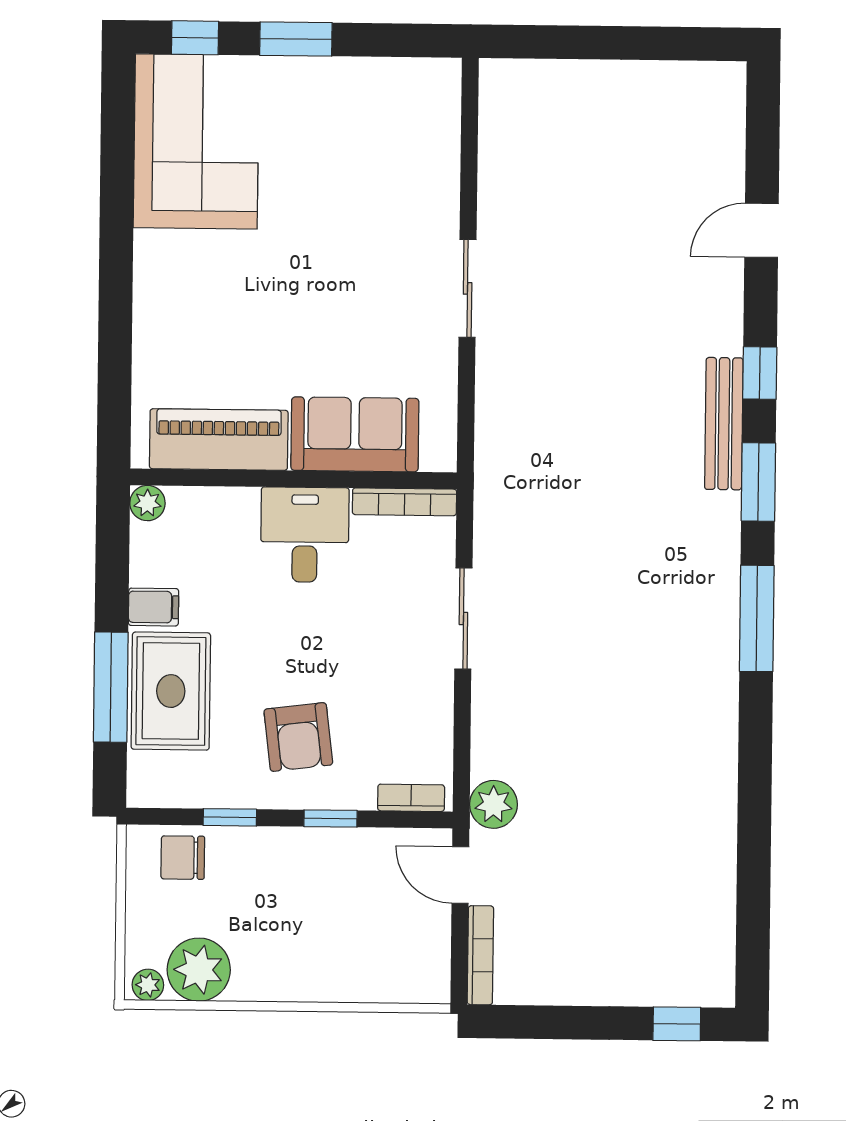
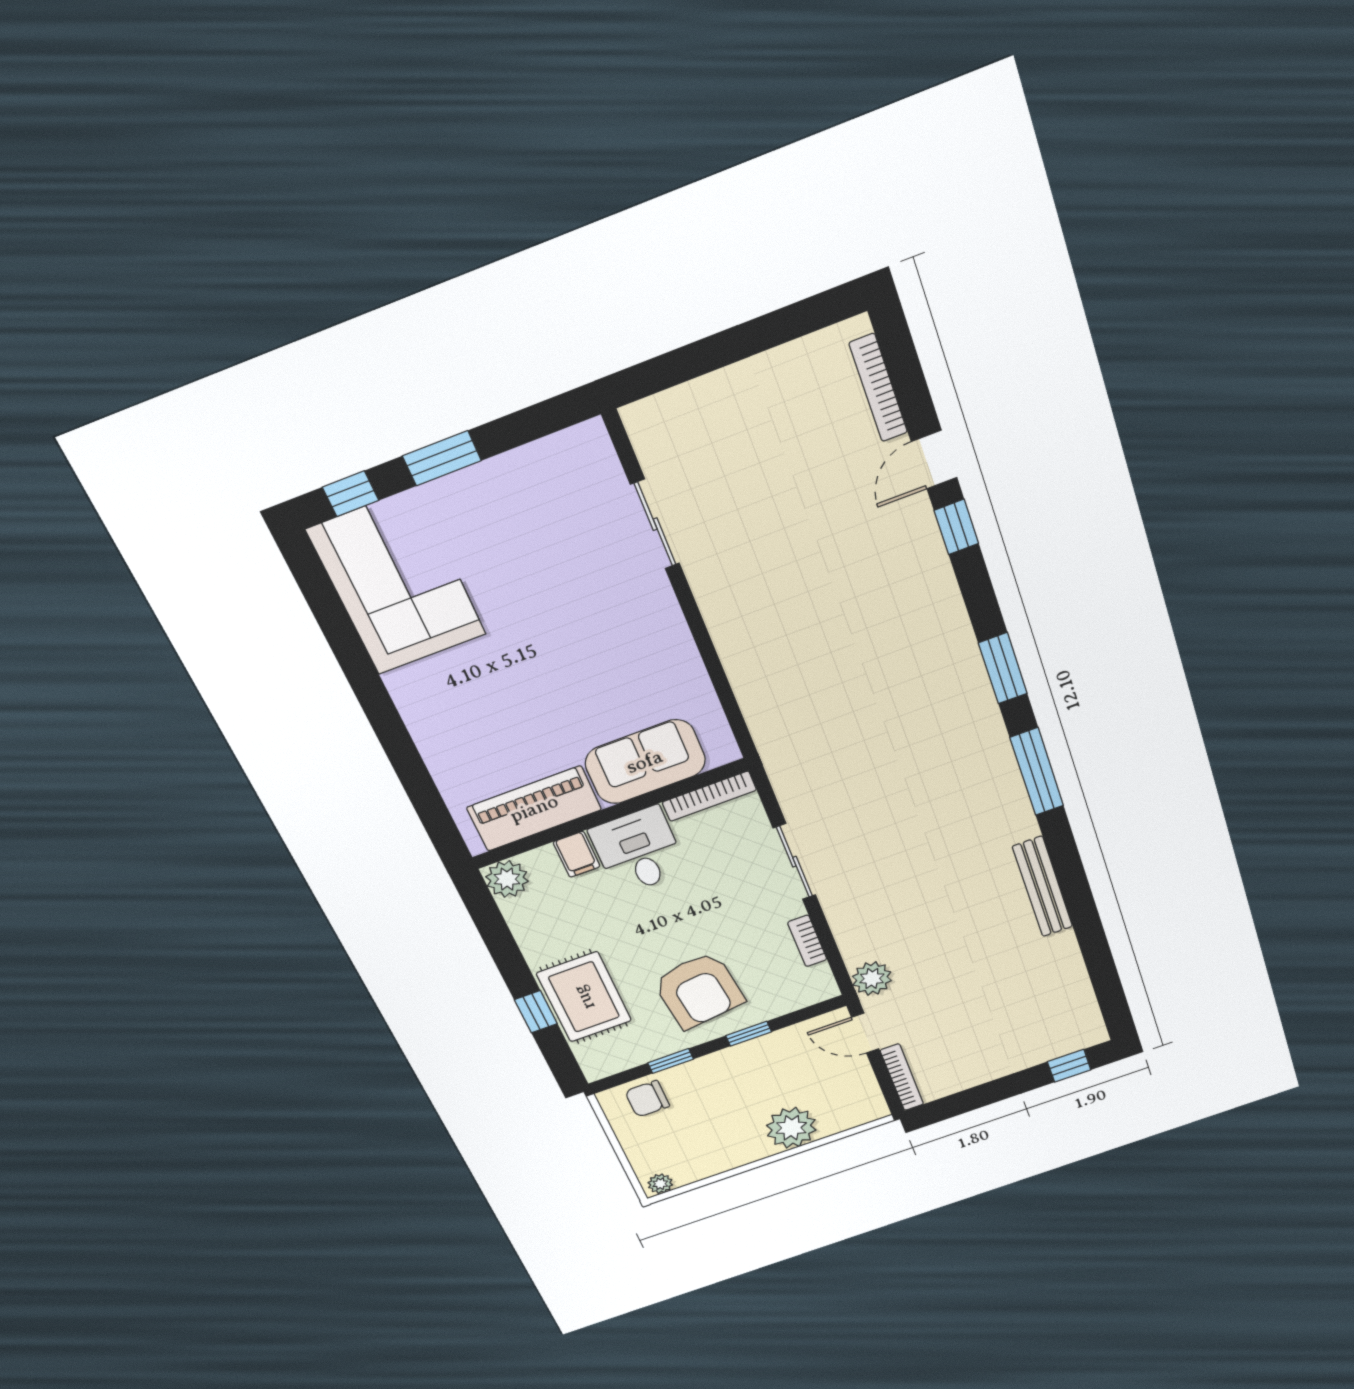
bookcase: (732, 138) -> (878, 388), added
sliding door: (468, 288) -> (655, 524), moved
window: (760, 373) -> (956, 527), moved
bench: (724, 424) -> (1043, 887), moved
plant: (147, 503) -> (507, 879), width x1.38, depth x1.38
filing cabinet: (154, 607) -> (577, 854), moved, turned 90
window: (111, 687) -> (536, 1012), width x0.46
armchair: (298, 737) -> (699, 990), width x1.36, depth x1.36
bookcase: (411, 798) -> (807, 941), moved, turned -90
plant: (199, 970) -> (791, 1128), moved

